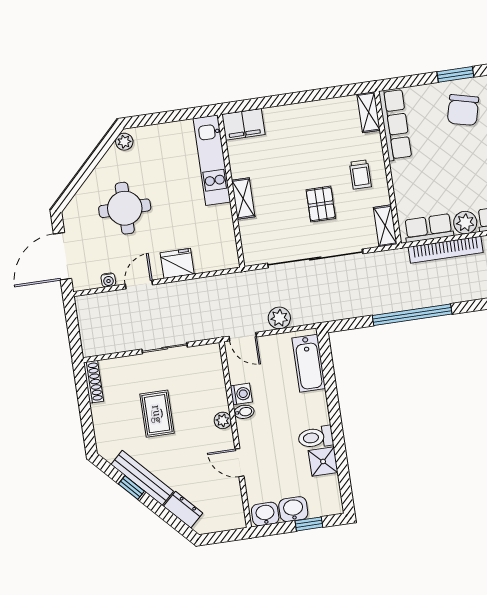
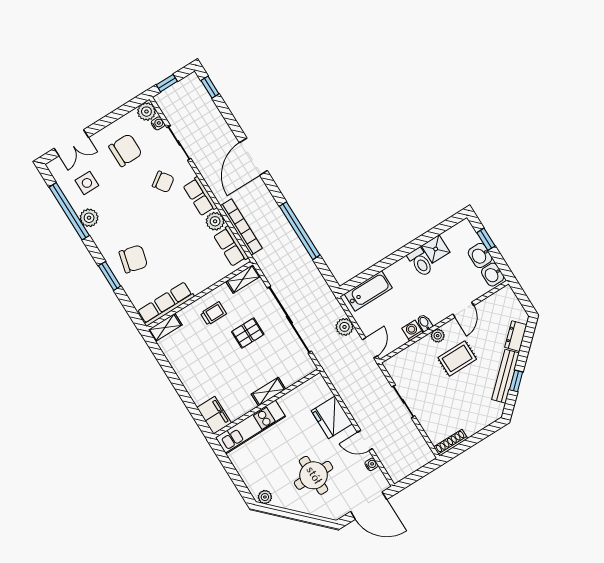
fridge: (177, 263) -> (332, 417), width x1.36, depth x1.34
rug: (157, 414) -> (457, 358), moved

